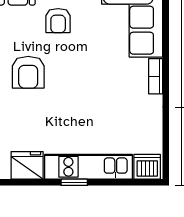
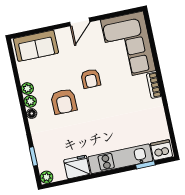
armchair: (58, 21) -> (91, 79), moved
window: (74, 182) -> (145, 165), moved

